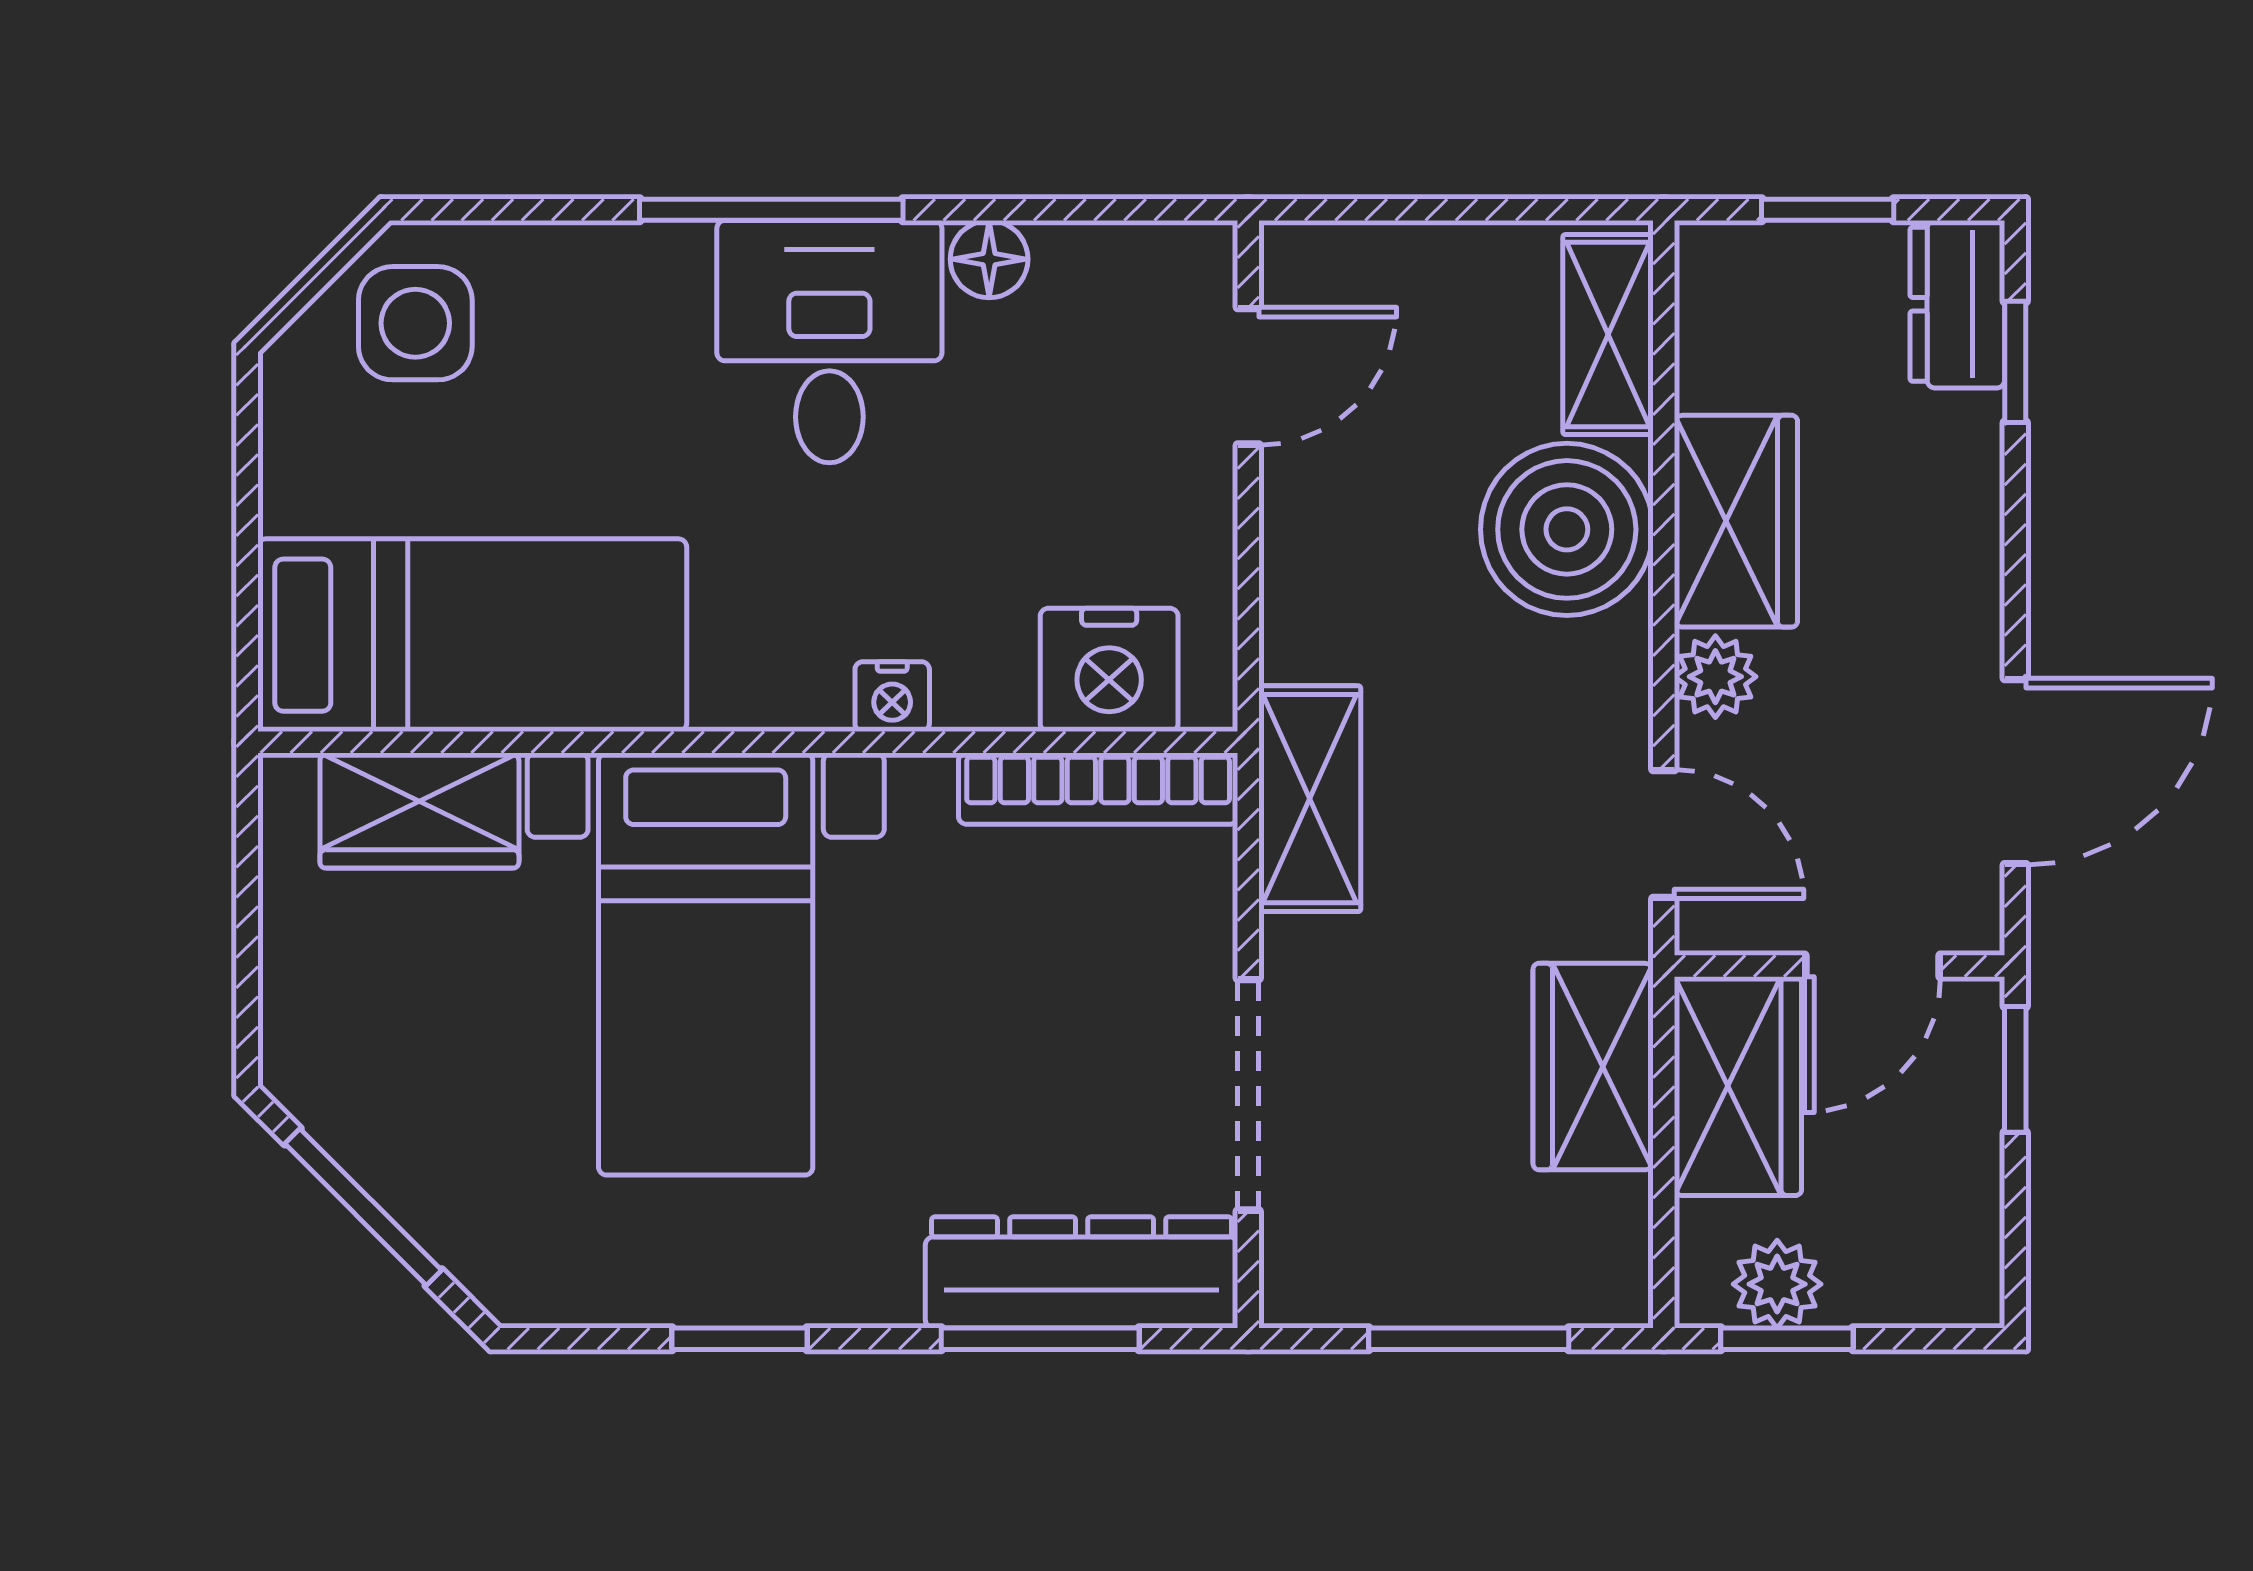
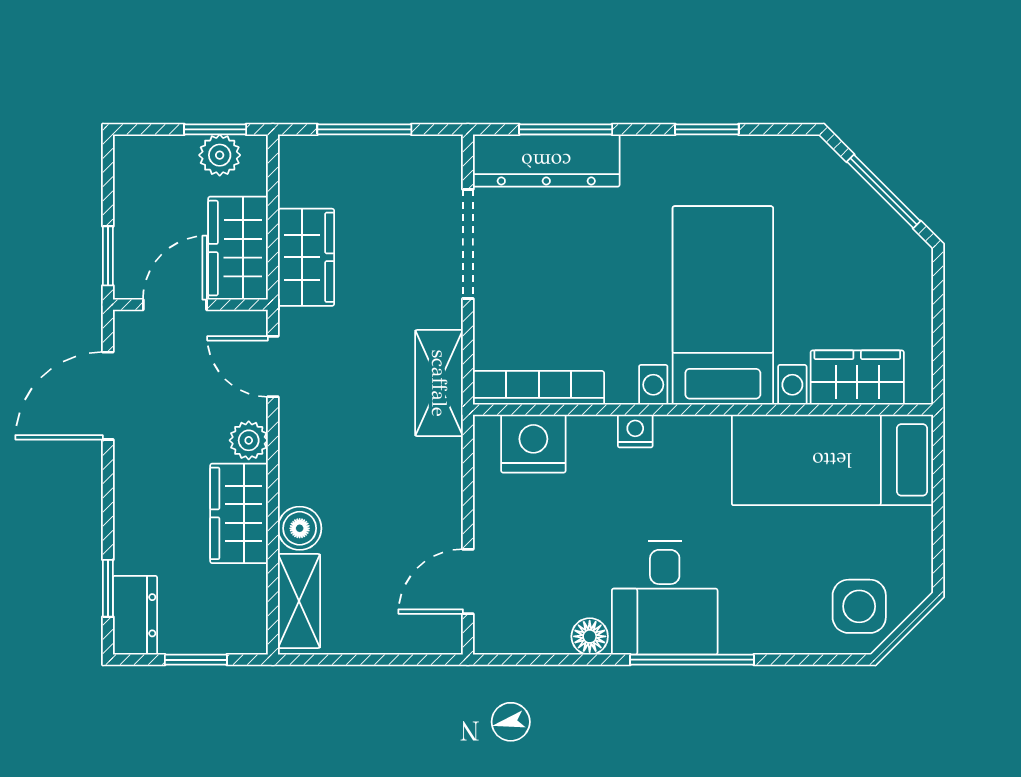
boiler: (1567, 529) -> (300, 528), width x0.54, depth x0.54

